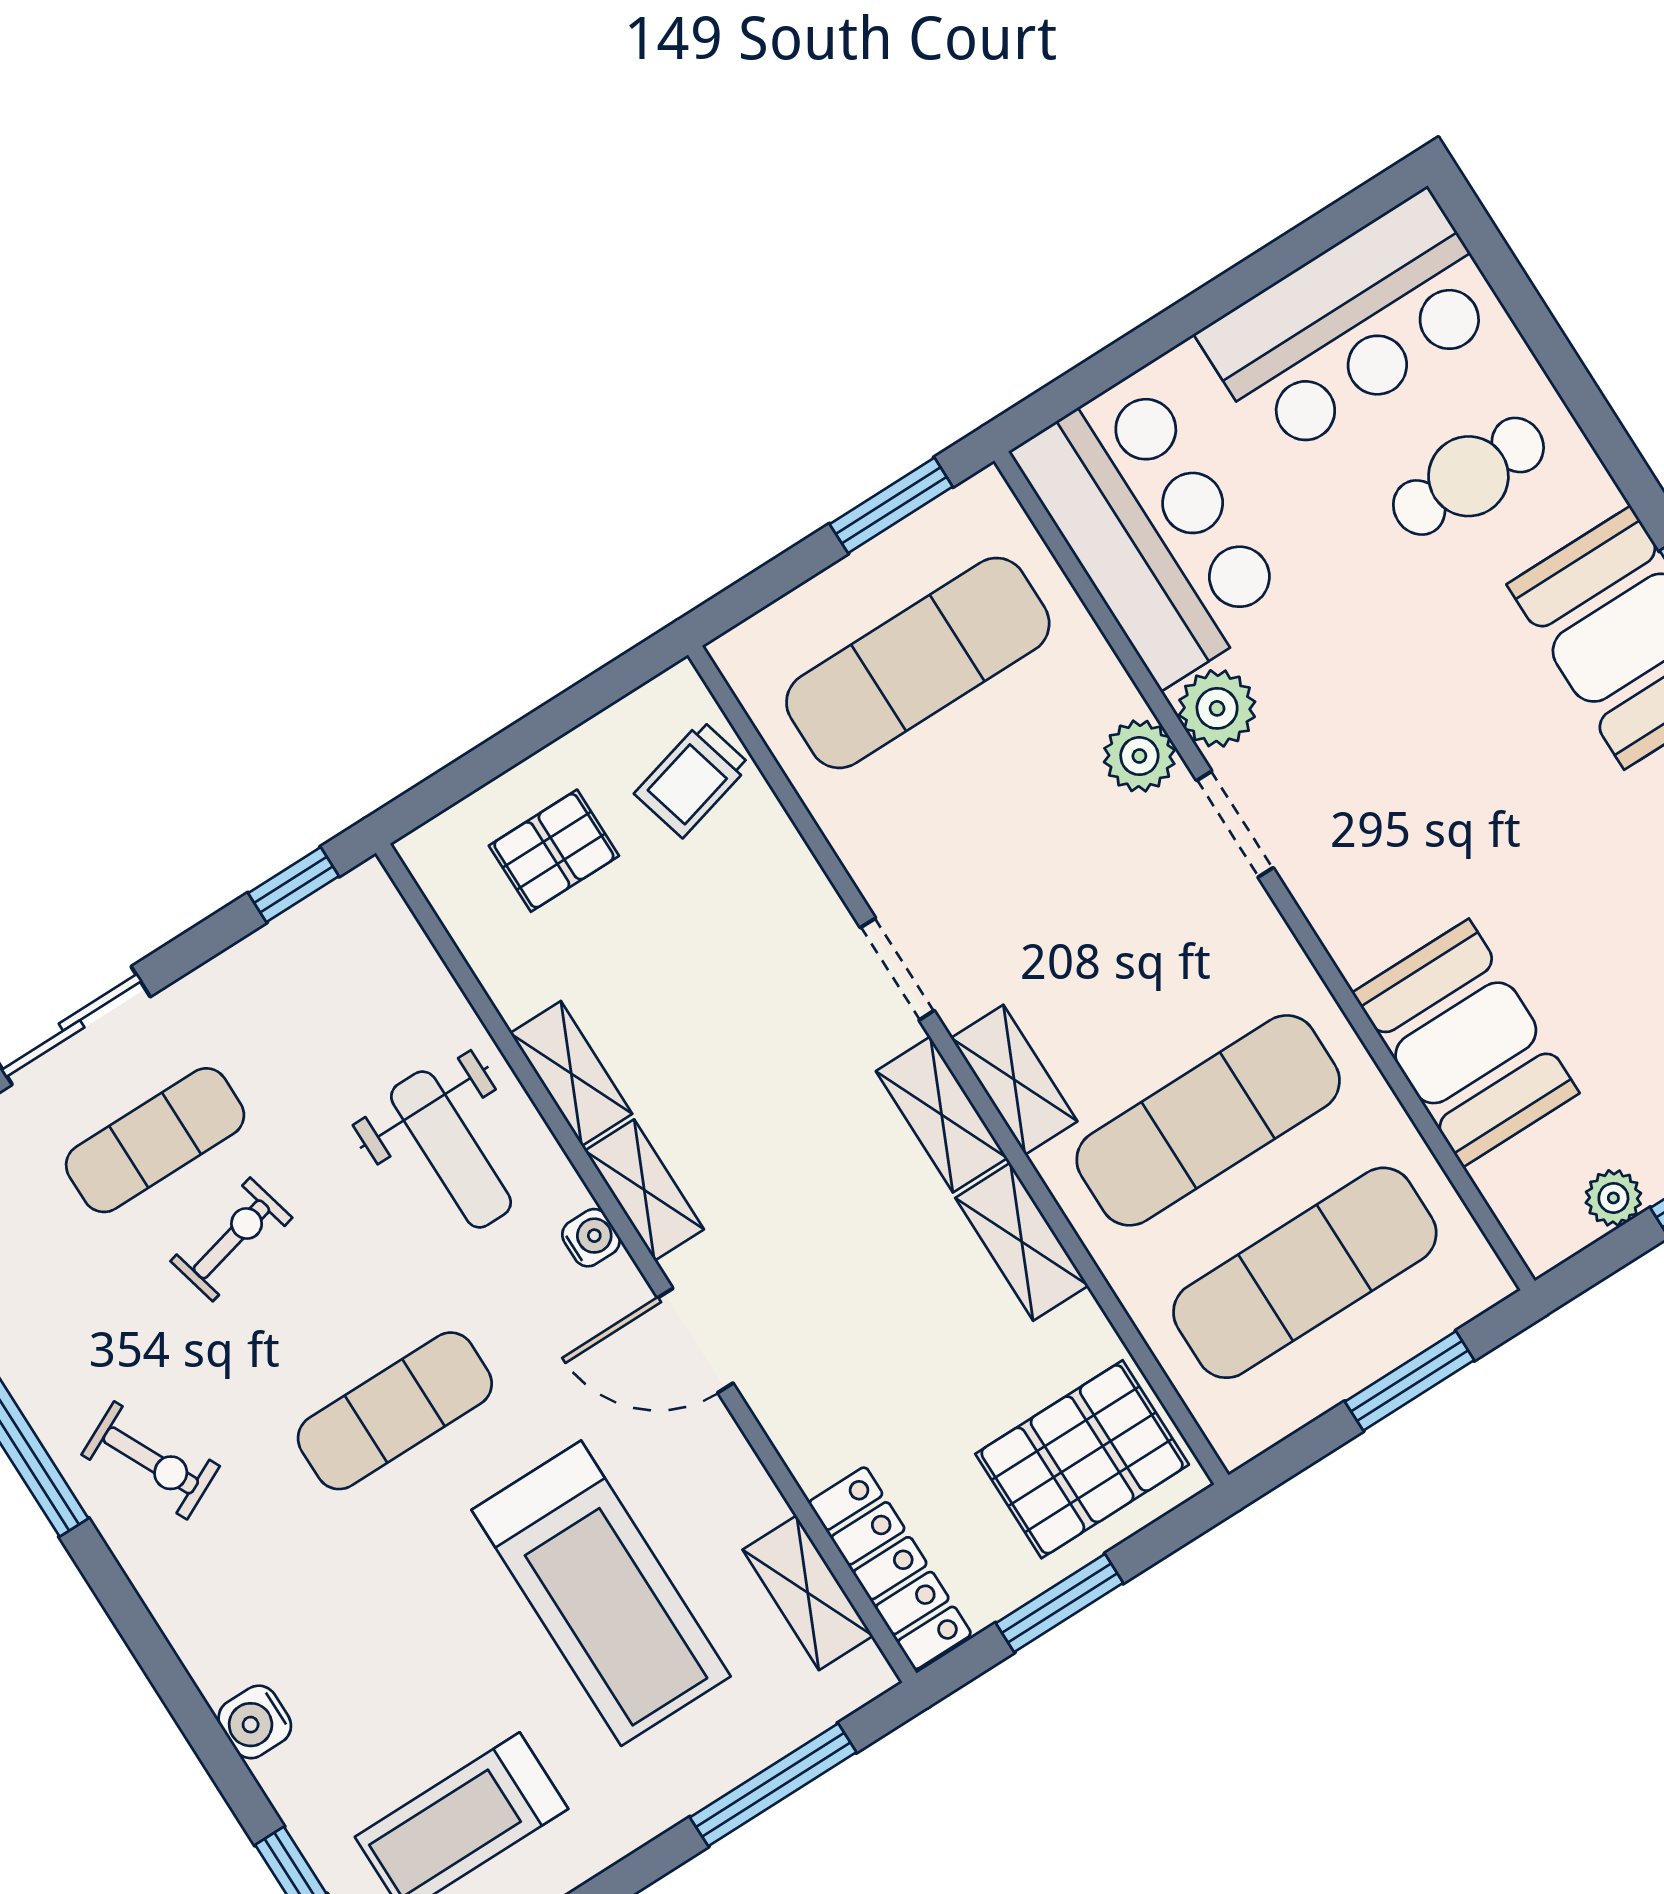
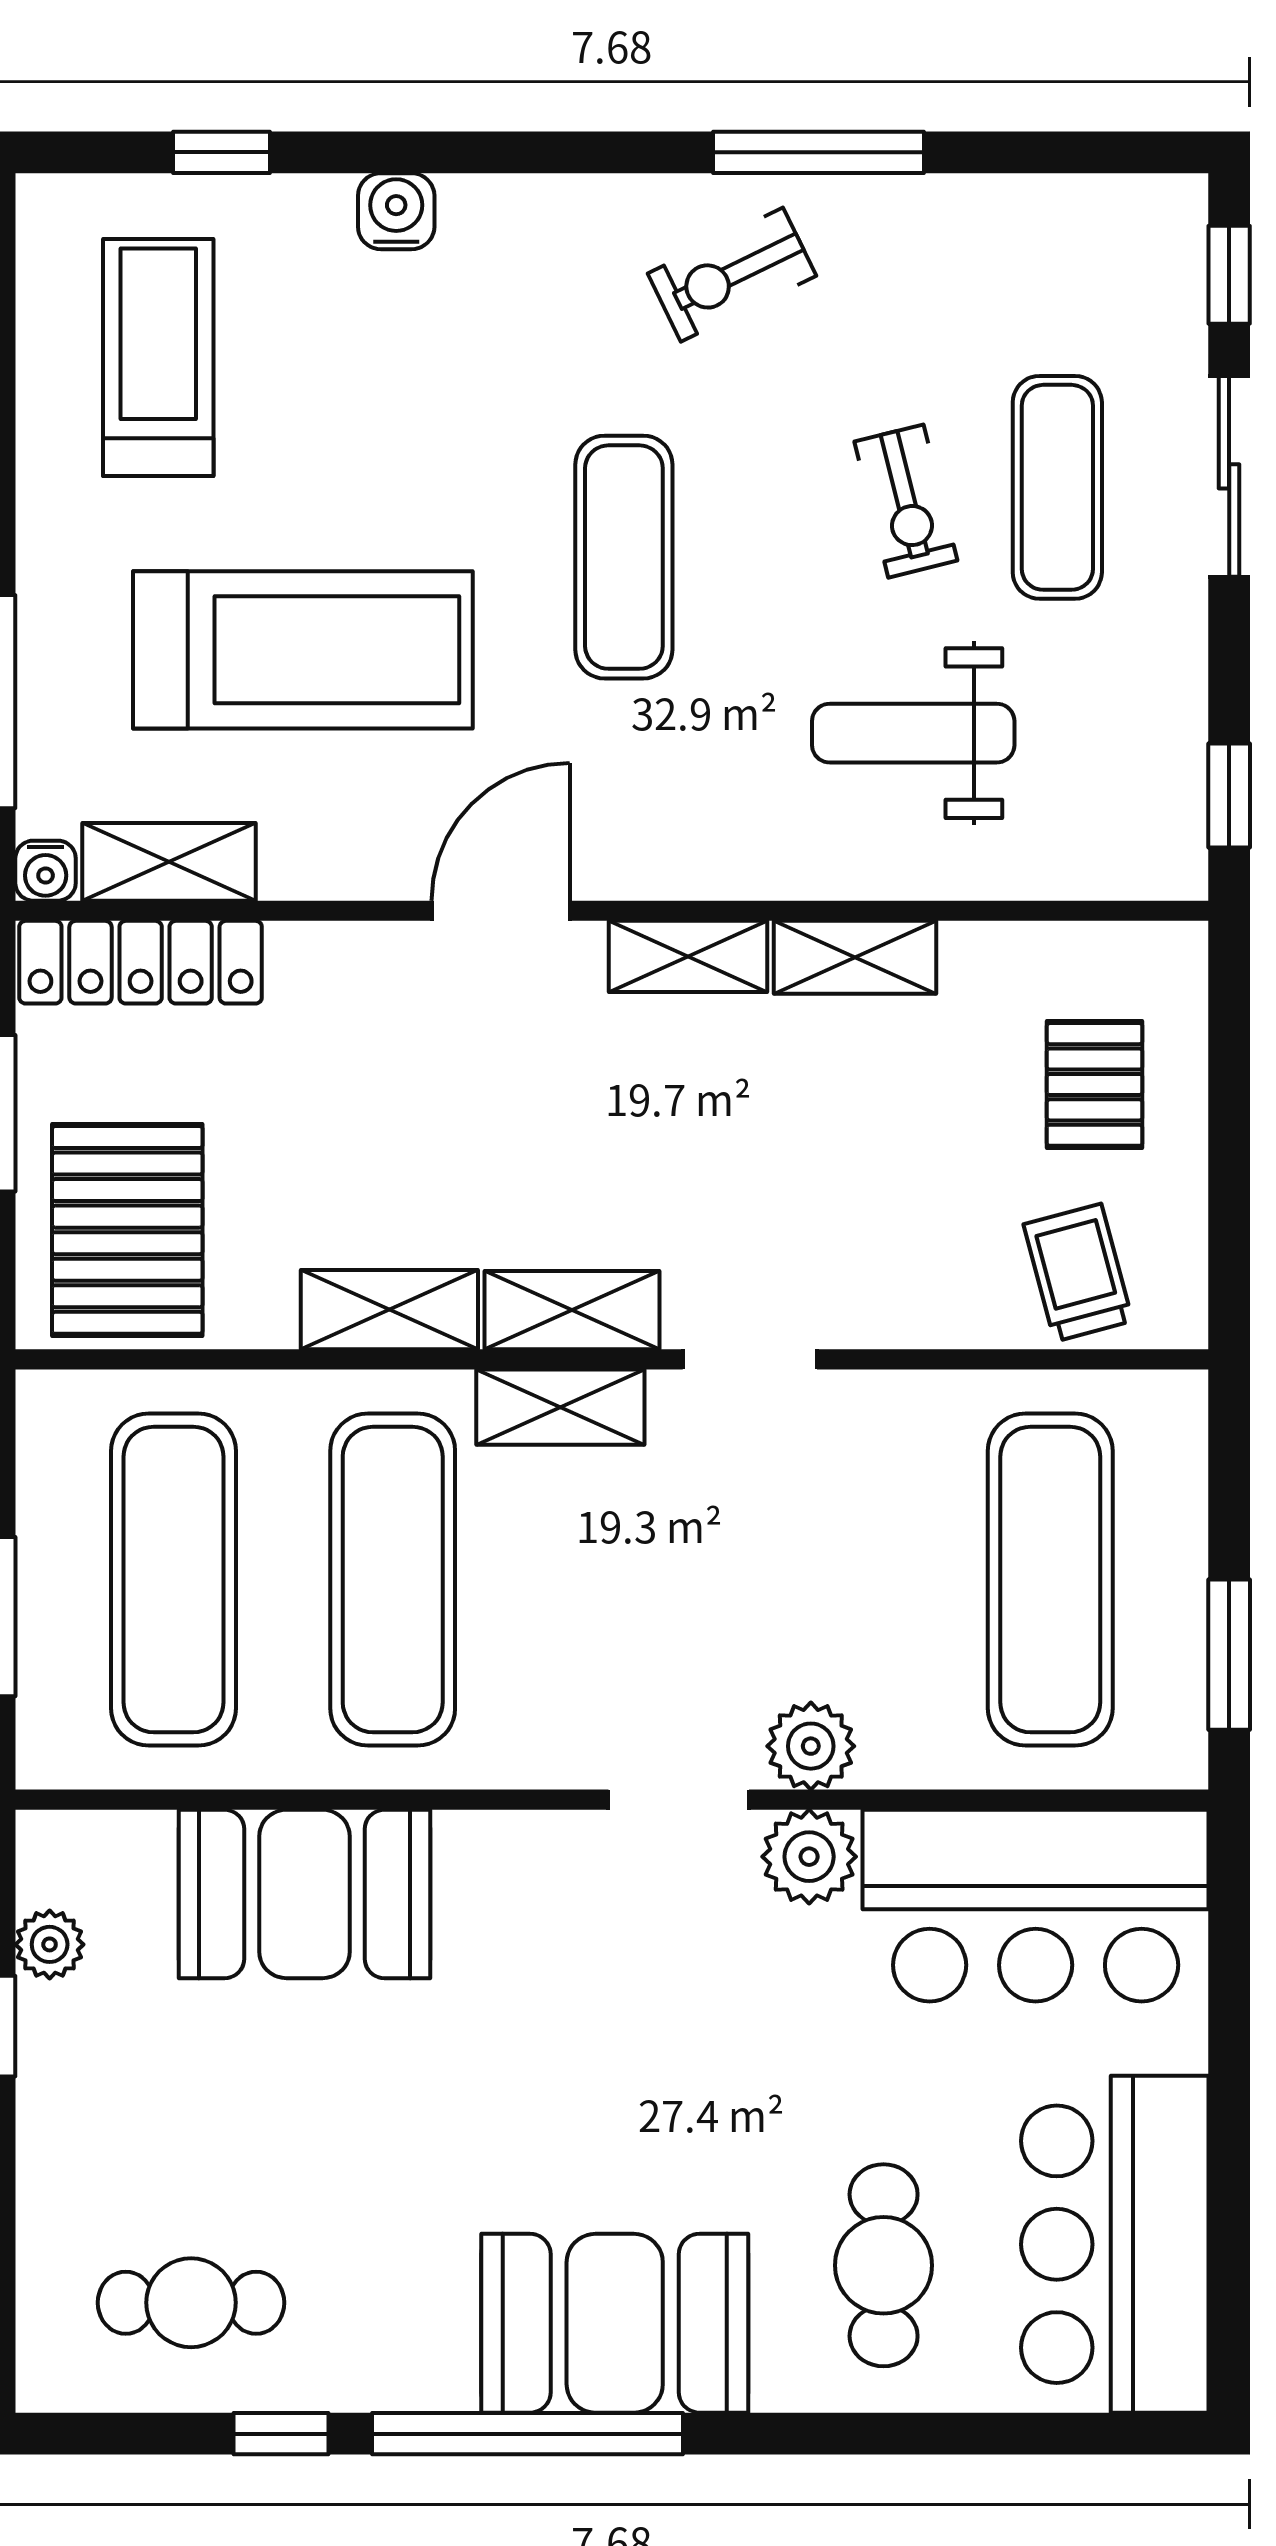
weight bench: (451, 1149) -> (913, 733), moved
water cooler: (591, 1238) -> (46, 871), moved
treadmill: (601, 1593) -> (303, 650), turned 180

